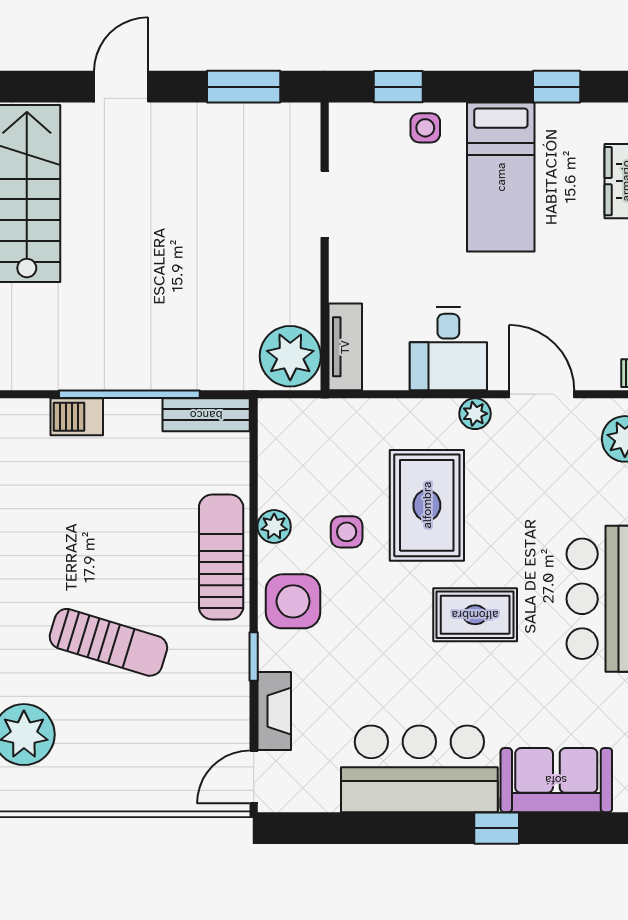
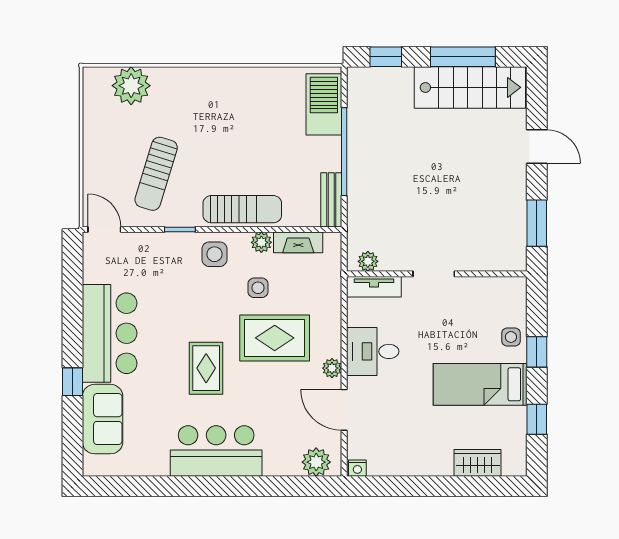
window: (398, 87) -> (537, 352), moved
doorway: (325, 204) -> (434, 274), moved
plant: (290, 356) -> (368, 261), width x0.53, depth x0.53
door: (542, 394) -> (344, 410), swing flipped
barbecue: (77, 417) -> (324, 104), width x1.88, depth x1.53
side table: (293, 601) -> (214, 254), width x0.73, depth x0.73
sun lounger: (108, 642) -> (156, 174), moved
fireplace: (274, 711) -> (298, 242), moved

